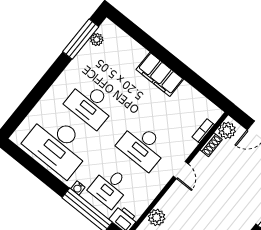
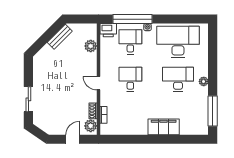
plant: (97, 40) -> (204, 81), moved
filing cabinet: (160, 74) -> (164, 127), moved
desk: (142, 146) -> (130, 79), width x0.73

